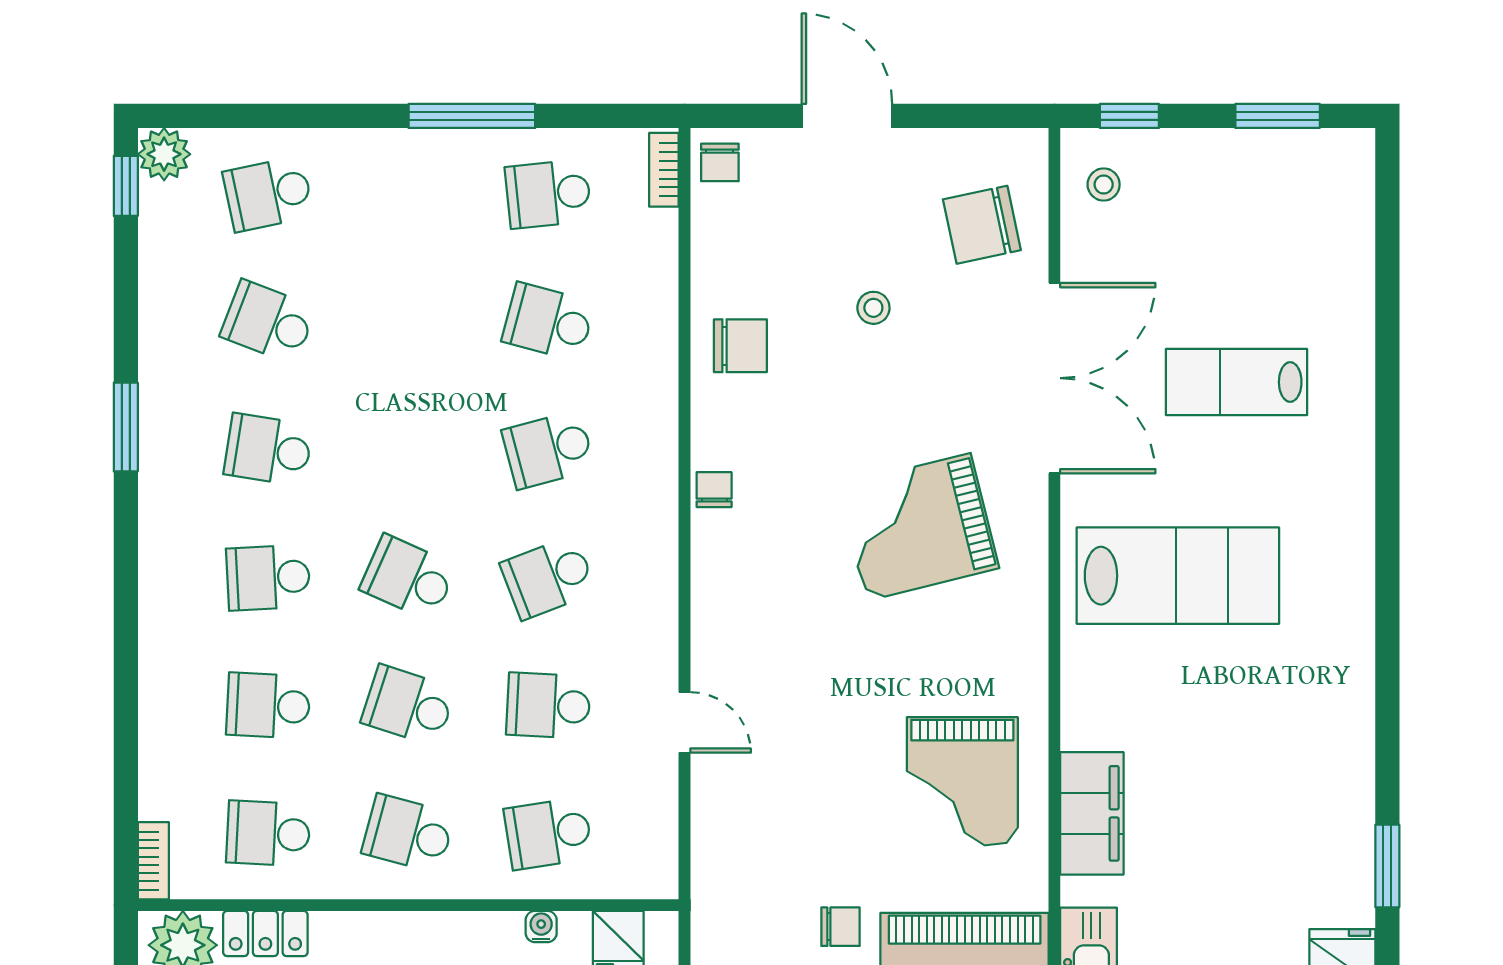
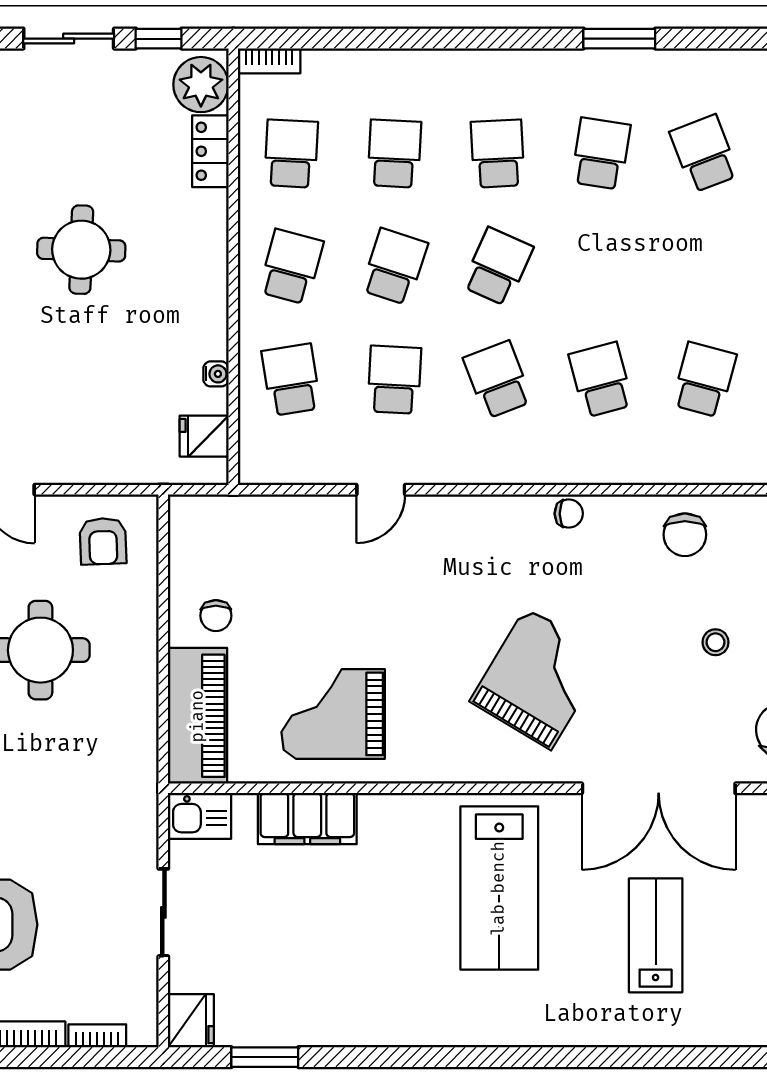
school desk: (268, 322) -> (704, 154), turned -42
grand piano: (918, 527) -> (539, 679), turned 45

